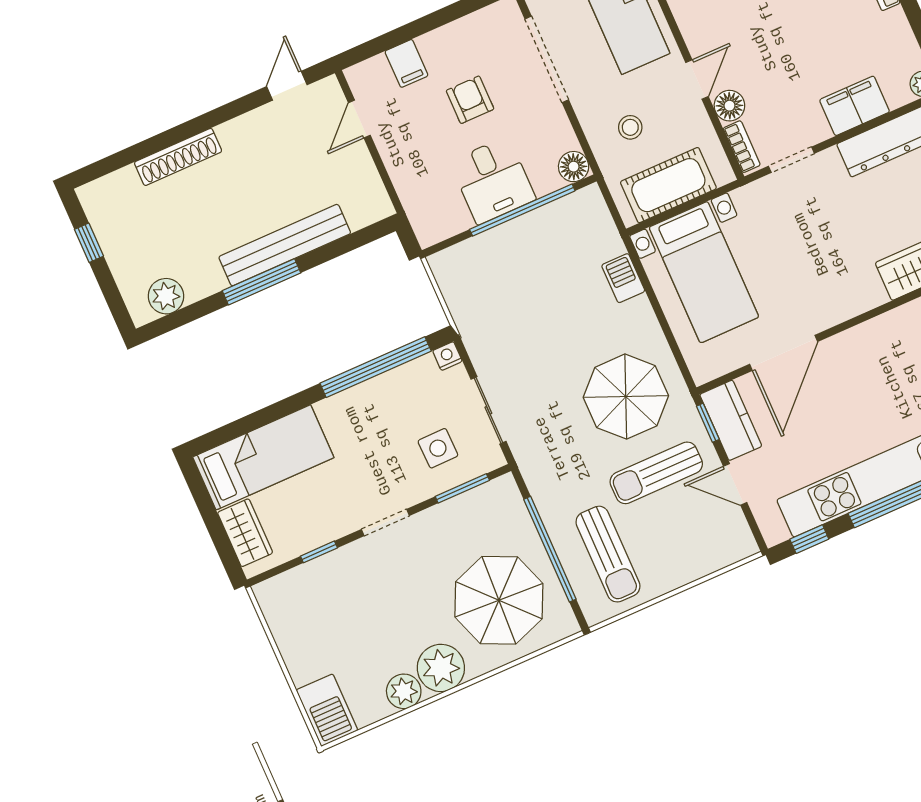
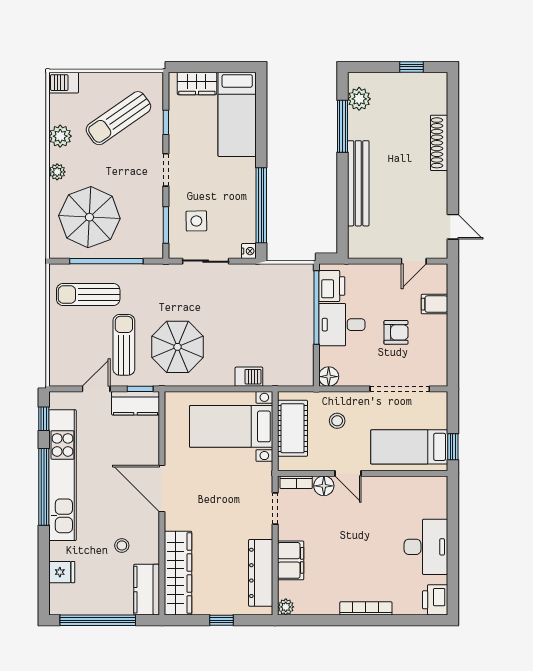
door: (359, 119) -> (414, 261), swing flipped
window: (522, 210) -> (316, 307), moved
printer: (445, 218) -> (332, 286), added
window: (262, 282) -> (342, 126), moved
door: (784, 353) -> (162, 489), moved
sun lounger: (342, 621) -> (118, 118), added
plant: (441, 668) -> (57, 172), width x0.53, depth x0.53
barbecue: (327, 710) -> (64, 83), width x0.73, depth x0.79

